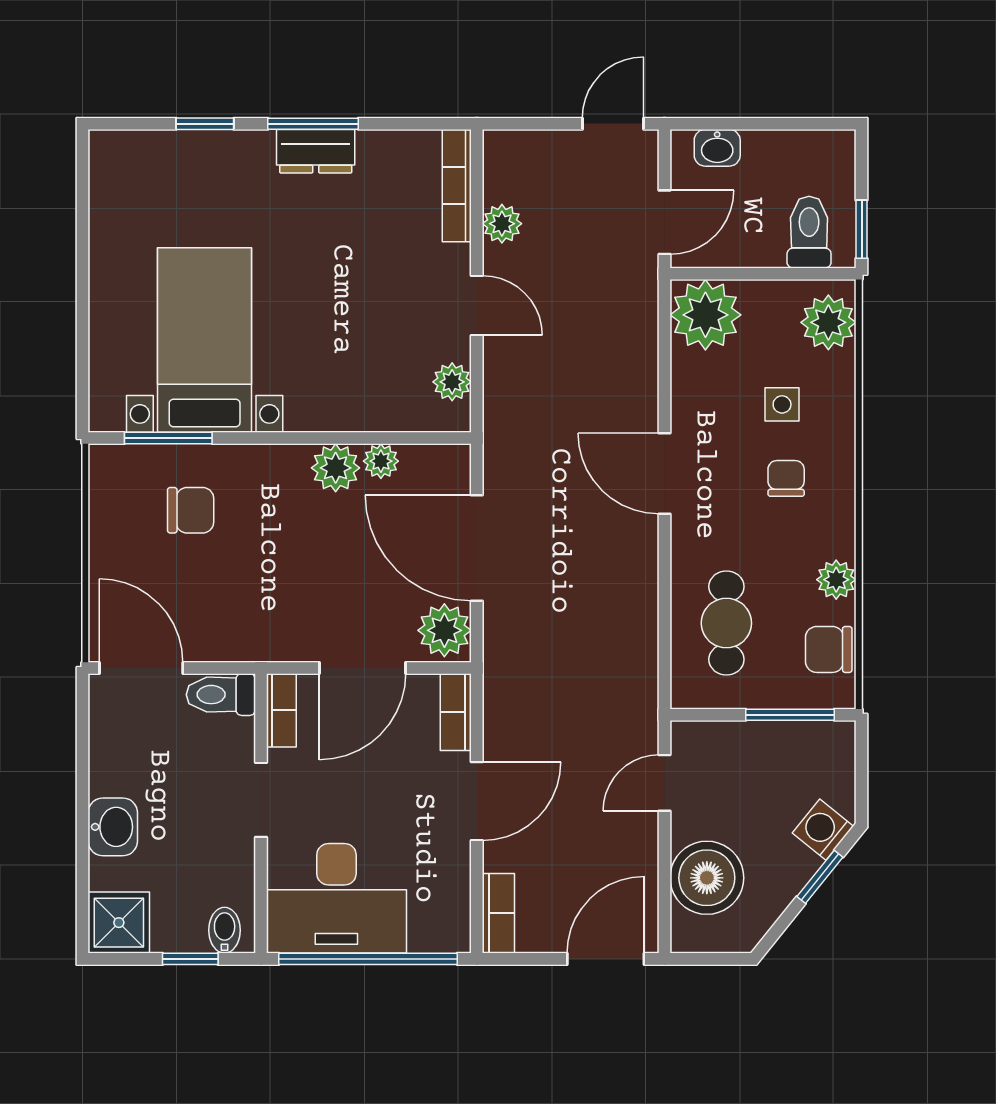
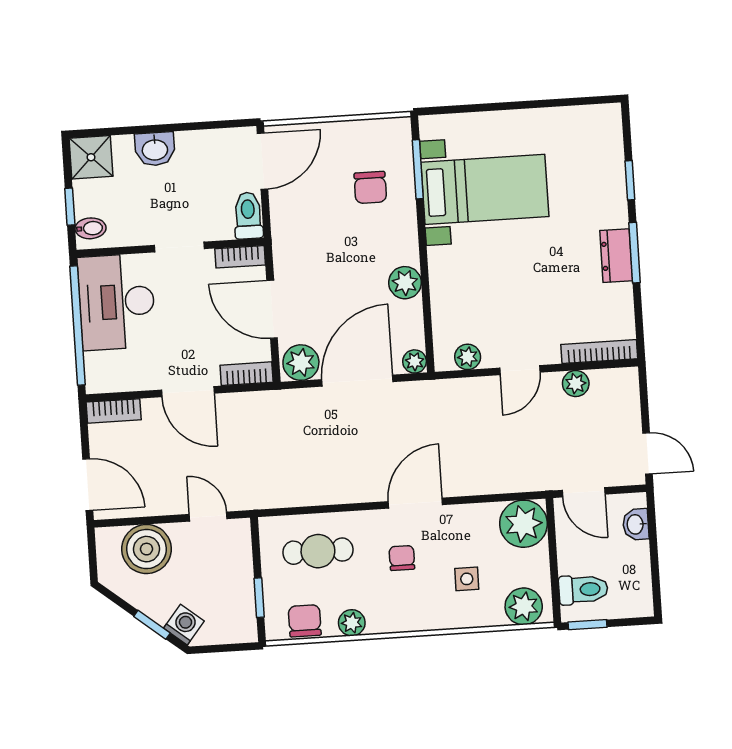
plant: (381, 461) -> (415, 361), moved
chair: (786, 478) -> (402, 558), moved, turned -90
window: (790, 715) -> (259, 598), width x0.67

